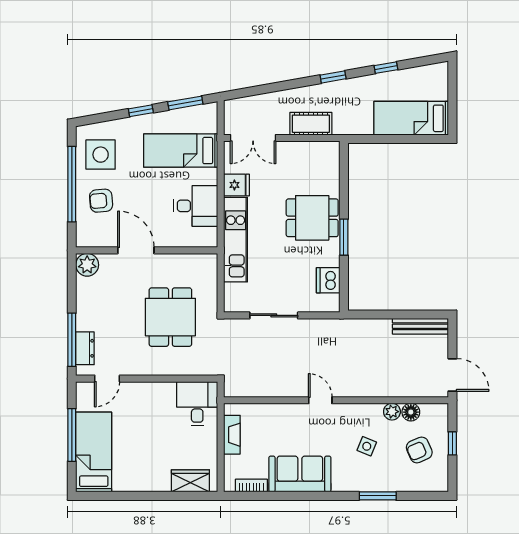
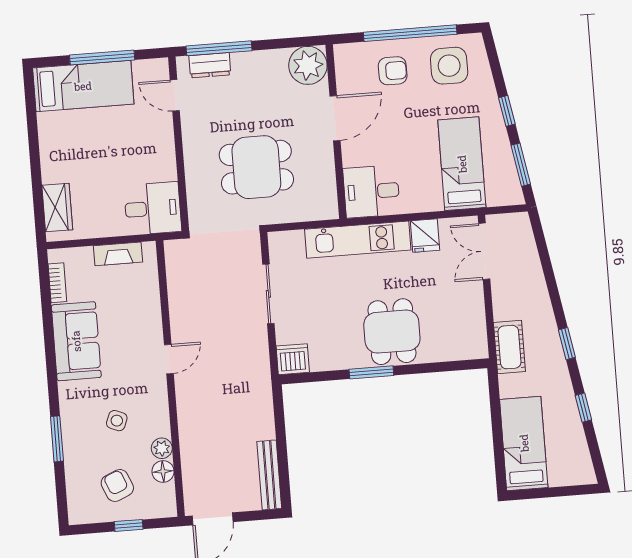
cot: (311, 124) -> (509, 347), moved
armchair: (101, 201) -> (393, 71), turned 95
desk: (196, 206) -> (371, 191), moved, turned 90
plant: (87, 265) -> (308, 65), width x1.36, depth x1.36
dishwasher: (328, 280) -> (293, 359), moved

